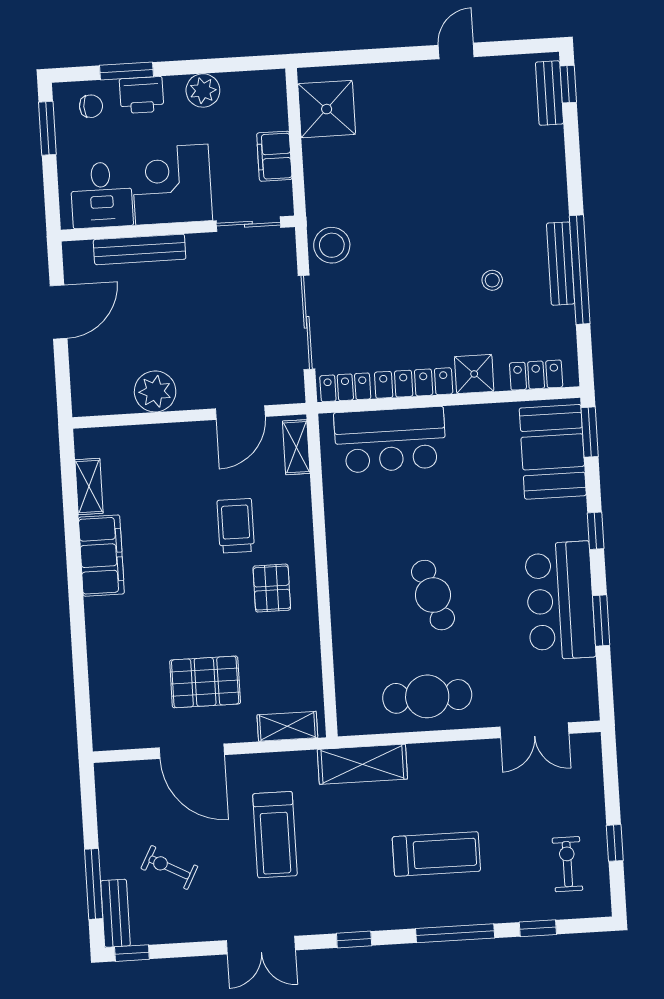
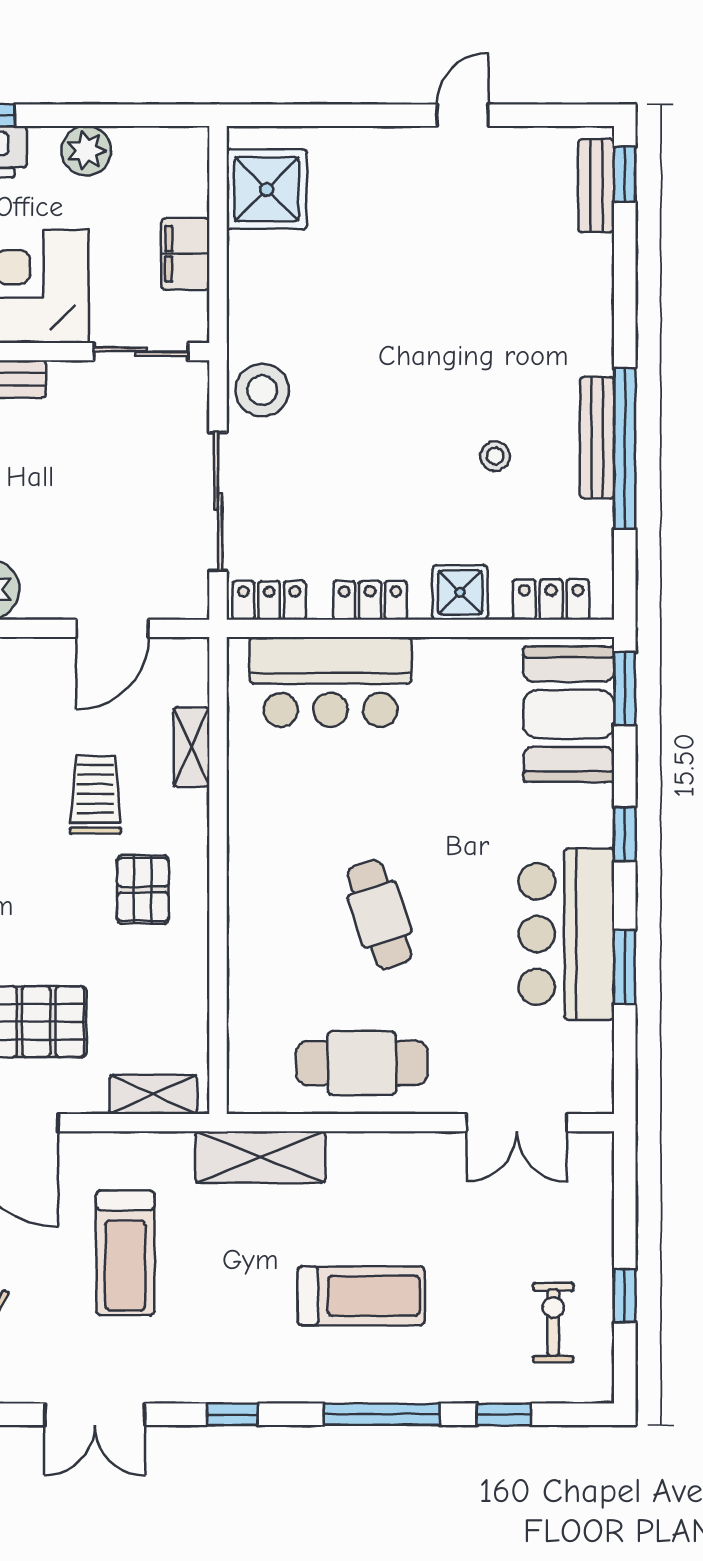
locker: (414, 383) -> (370, 600), width x0.66
shelving: (296, 447) -> (192, 747), moved

